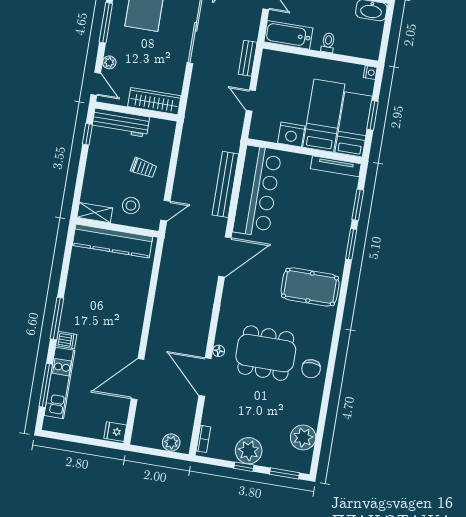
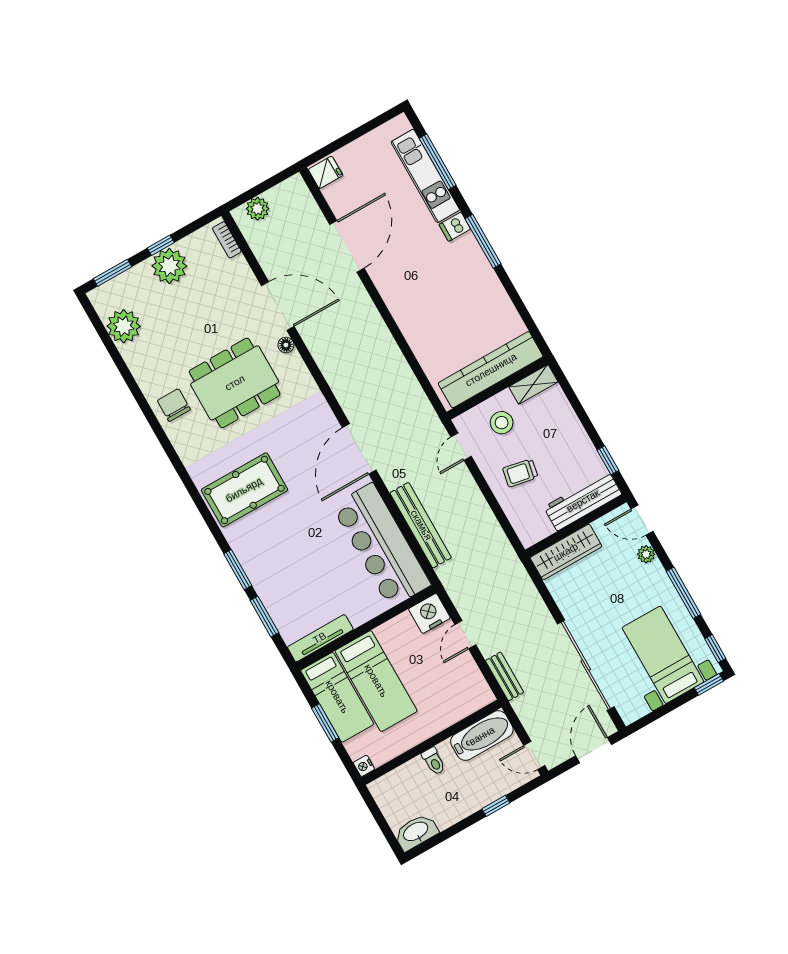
door: (251, 101) -> (465, 635), swing flipped
nightstand: (291, 135) -> (429, 613), moved

